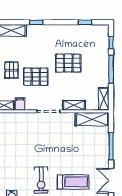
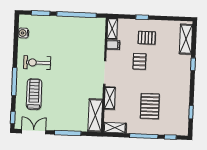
pallet: (68, 63) -> (150, 106), moved
pallet: (36, 77) -> (139, 61), width x0.67, depth x0.71
treadmill: (73, 182) -> (34, 94), turned 180

